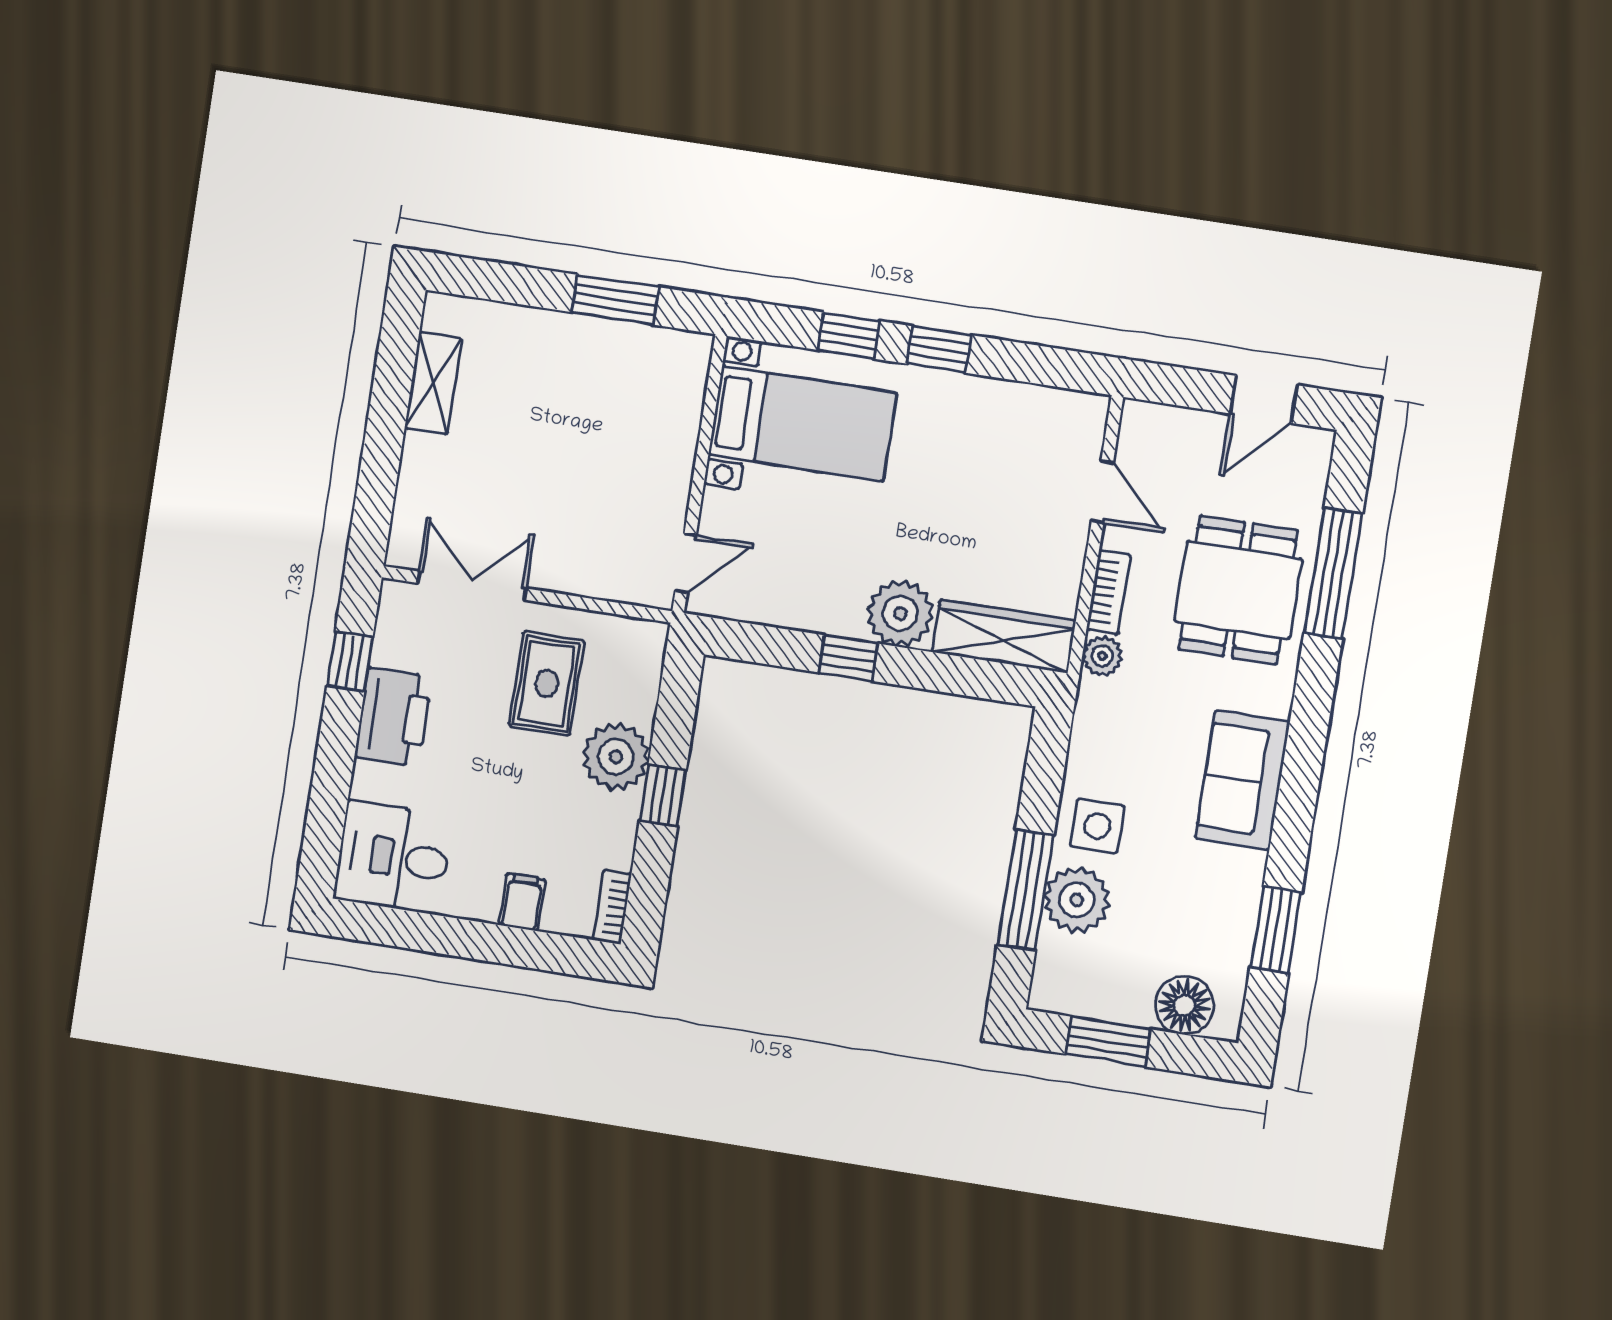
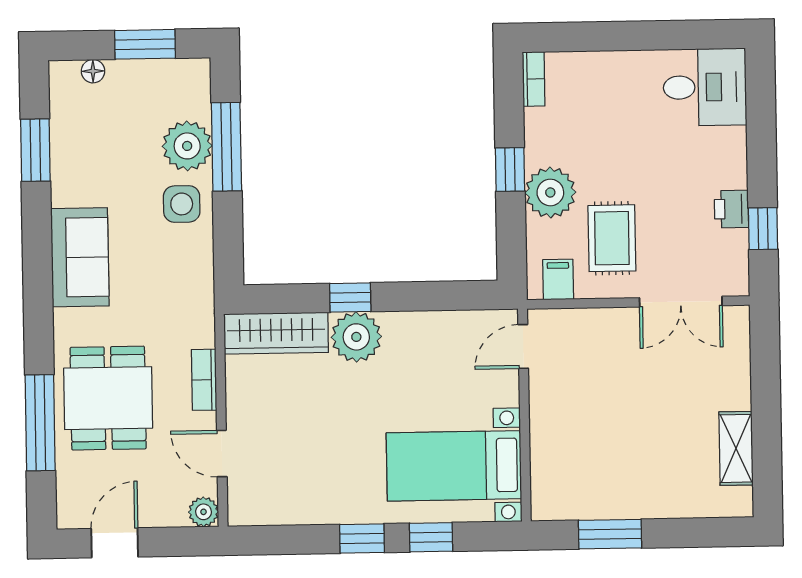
plant: (1102, 656) -> (204, 512), moved
window: (848, 658) -> (350, 298), moved
printer: (393, 717) -> (731, 209), width x0.53, depth x0.68
filing cabinet: (522, 902) -> (558, 279), moved, turned 180
floor lamp: (1185, 1005) -> (93, 71), width x0.53, depth x0.53

